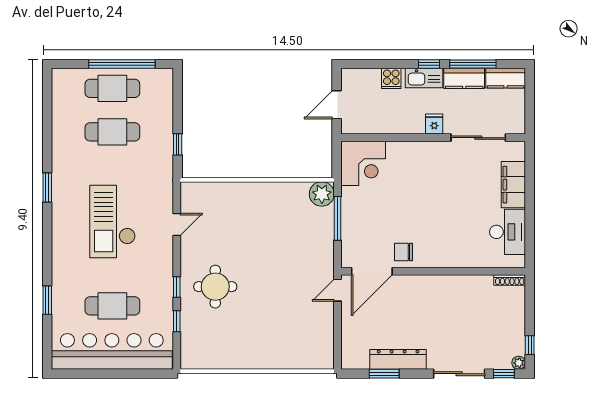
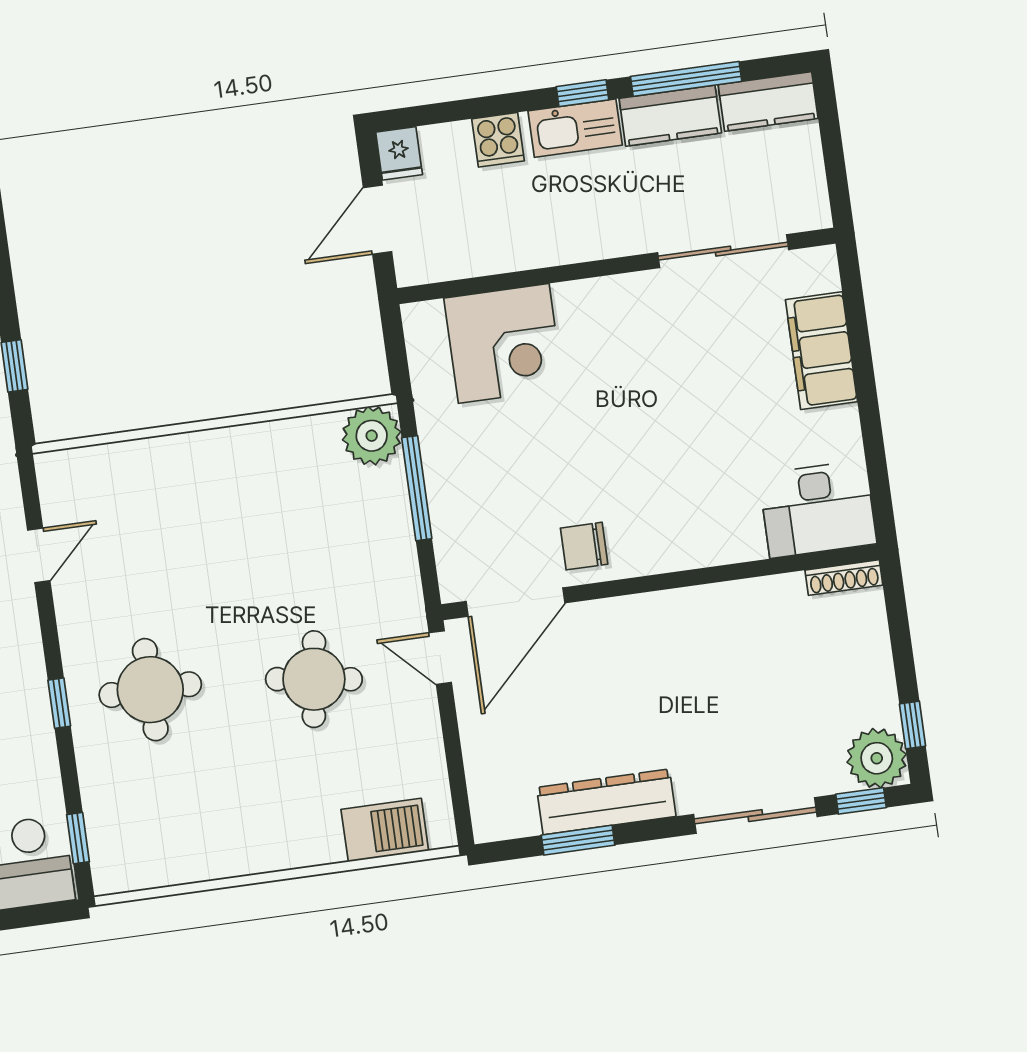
fridge: (434, 124) -> (399, 153), moved, turned 180
corner desk: (363, 163) -> (504, 343), moved
desk: (508, 232) -> (818, 509), moved, turned 90
door: (338, 290) -> (440, 658), hinge flipped
round table: (284, 292) -> (314, 679), added
window: (177, 321) -> (78, 838), moved
barbecue: (305, 358) -> (385, 830), added
plant: (519, 363) -> (877, 758), width x1.88, depth x1.88

